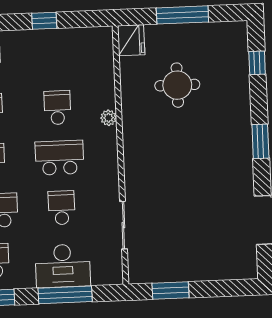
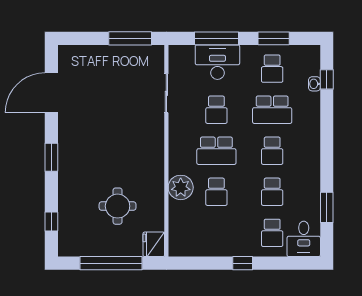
window: (182, 15) -> (111, 263), width x1.46
window: (44, 21) -> (243, 263), moved
plant: (108, 118) -> (181, 187), width x1.88, depth x1.88
window: (170, 290) -> (130, 38), width x1.44

